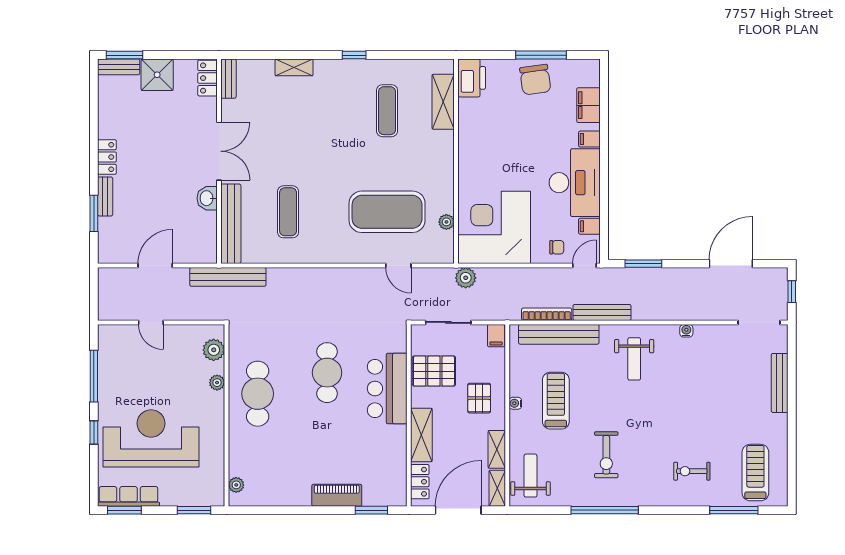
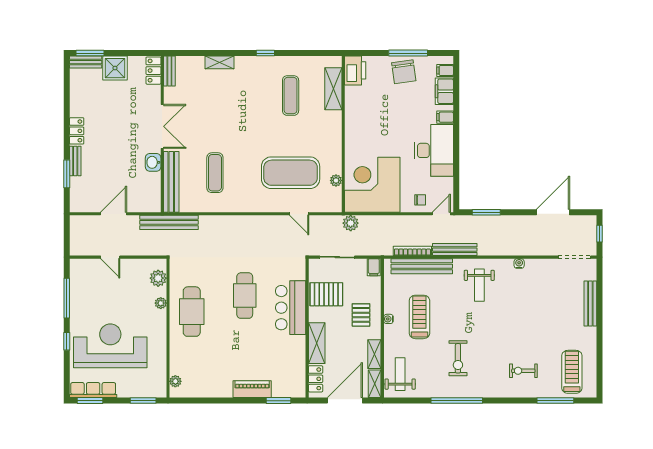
filing cabinet: (589, 226) -> (445, 71), moved

